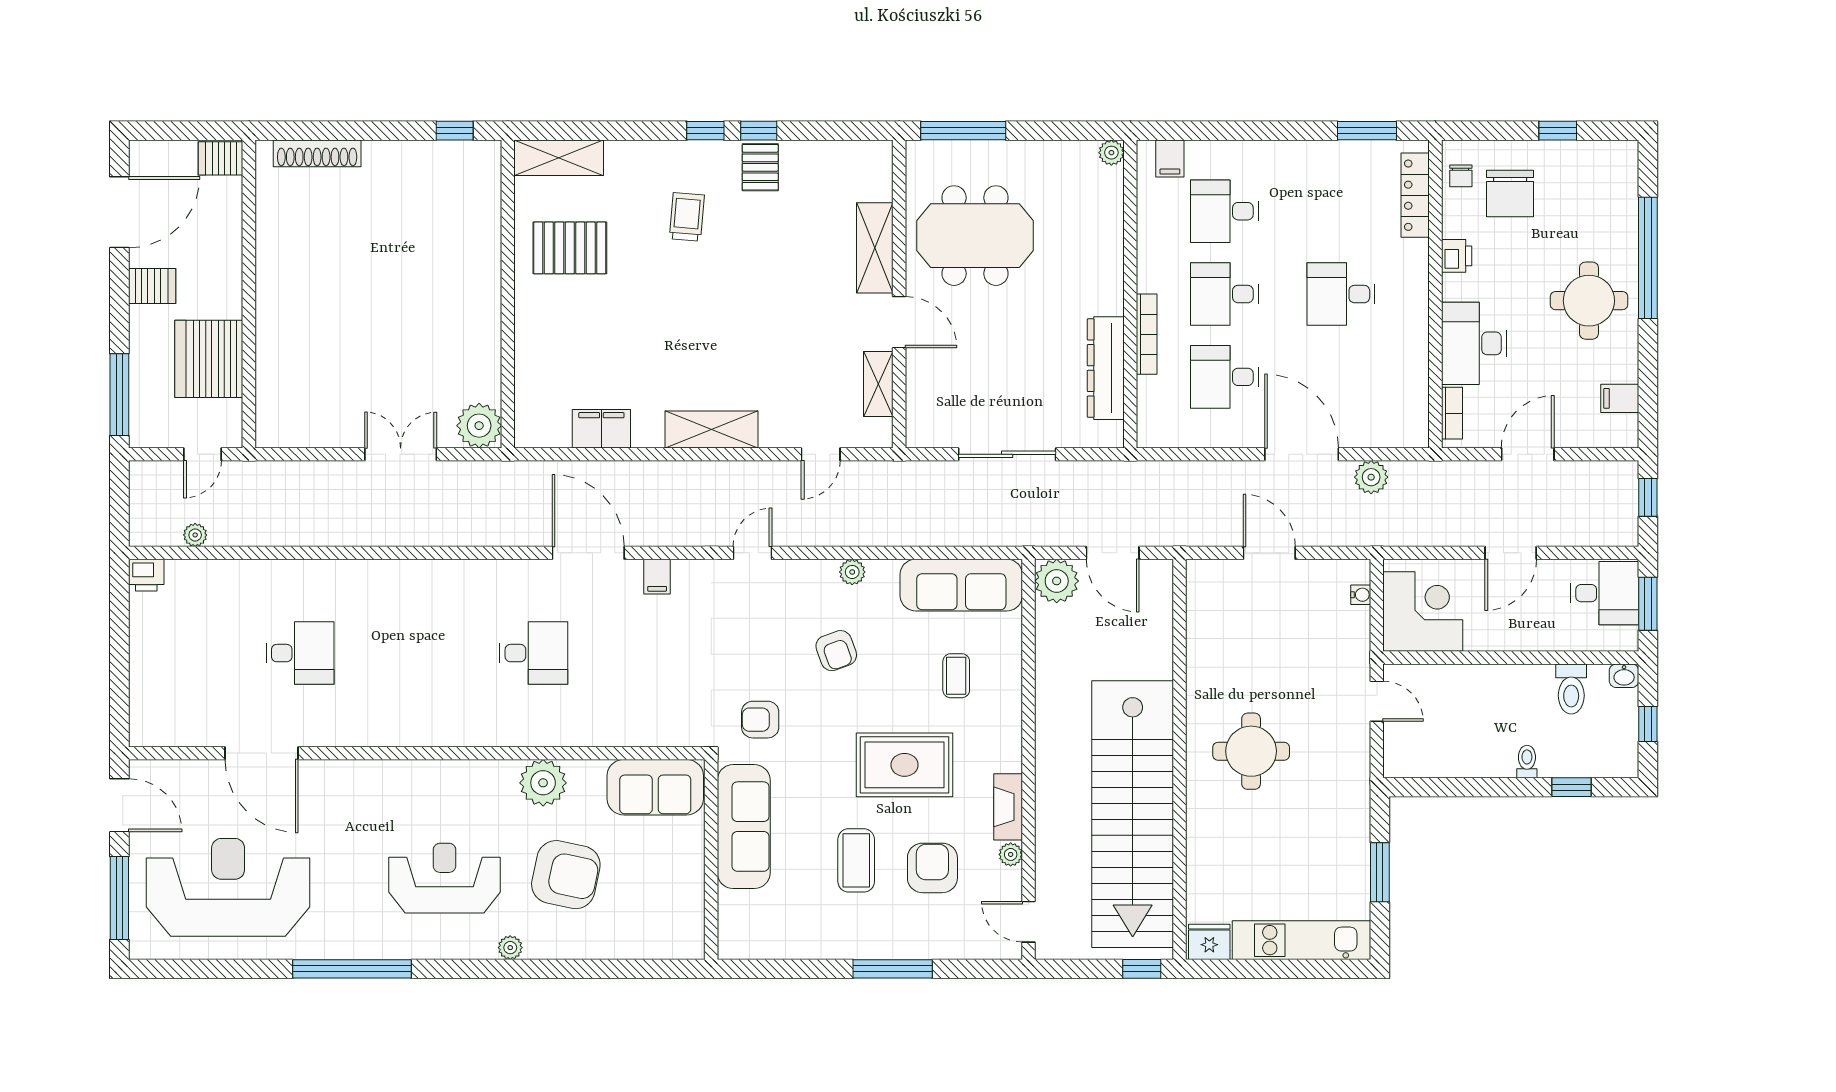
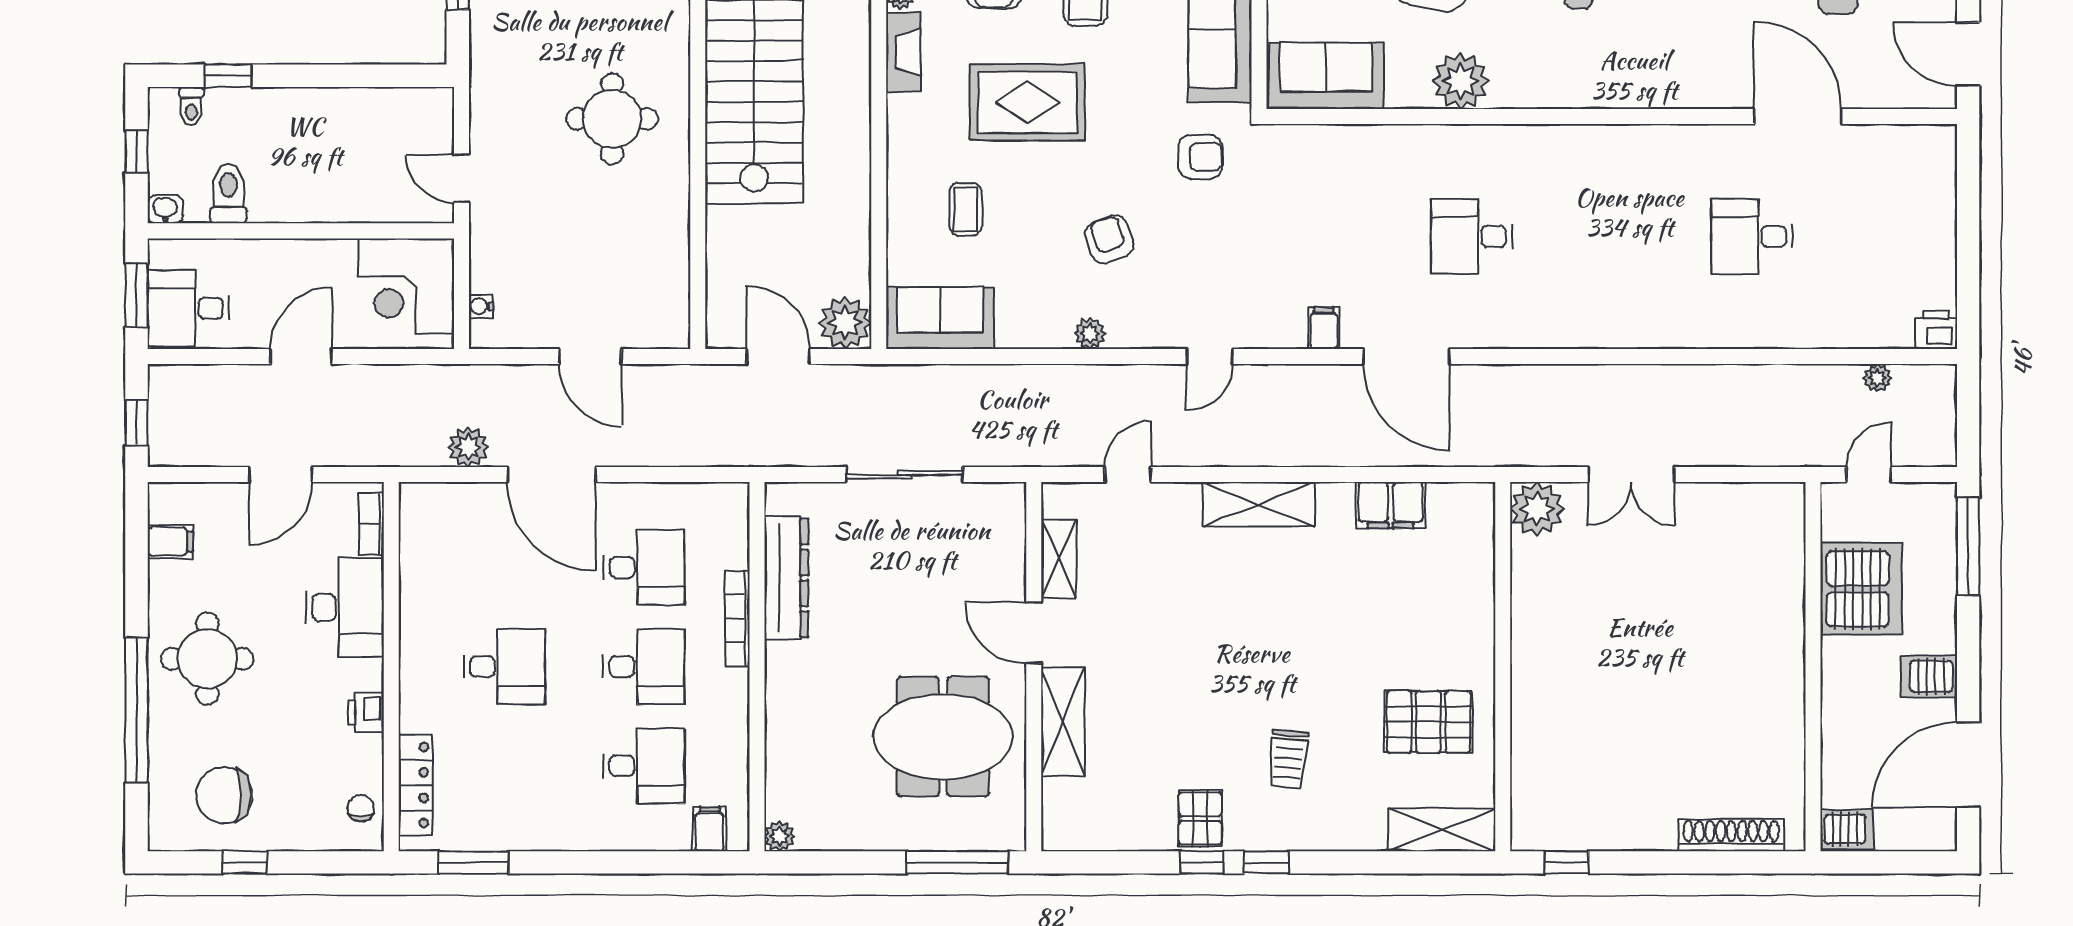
chair: (1510, 194) -> (224, 795), moved, turned -90
sofa: (961, 585) -> (940, 318), width x0.73
toilet: (1527, 762) -> (191, 106), moved

